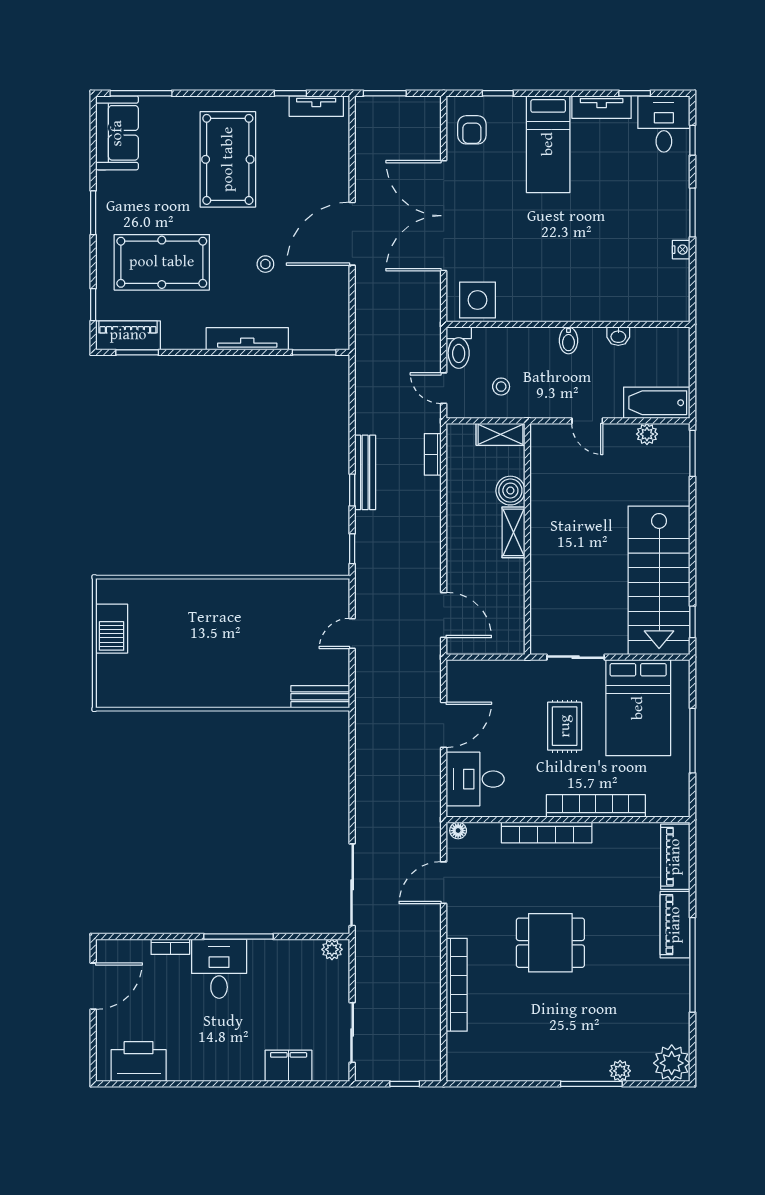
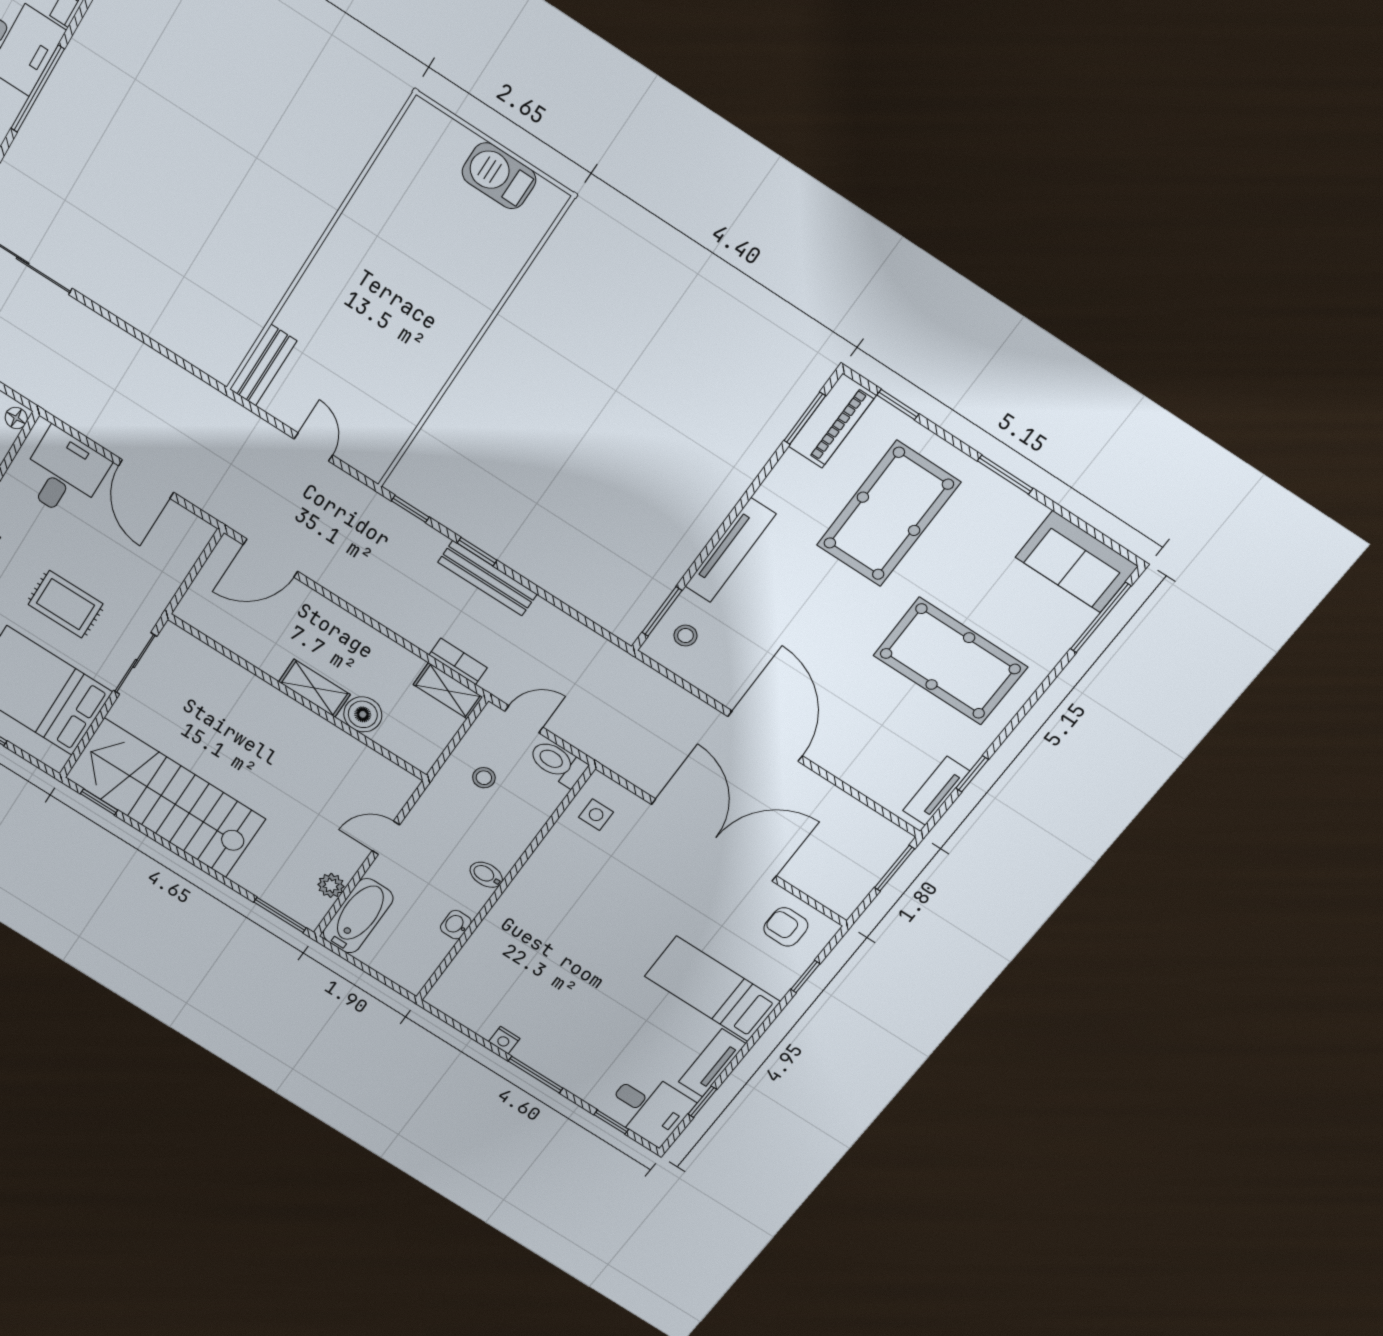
stool: (265, 264) -> (685, 636), moved
side table: (477, 300) -> (596, 815), width x0.54, depth x0.54
shelving: (501, 434) -> (448, 691), moved, turned 90

